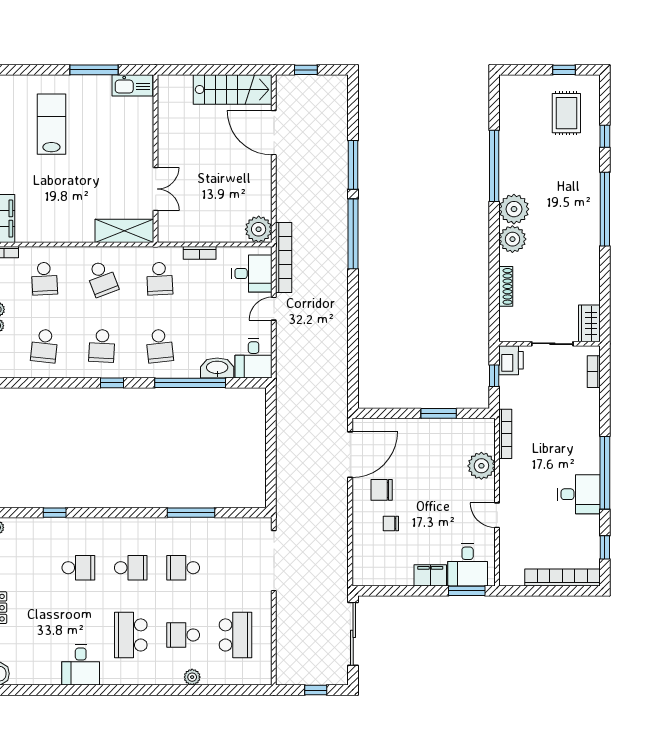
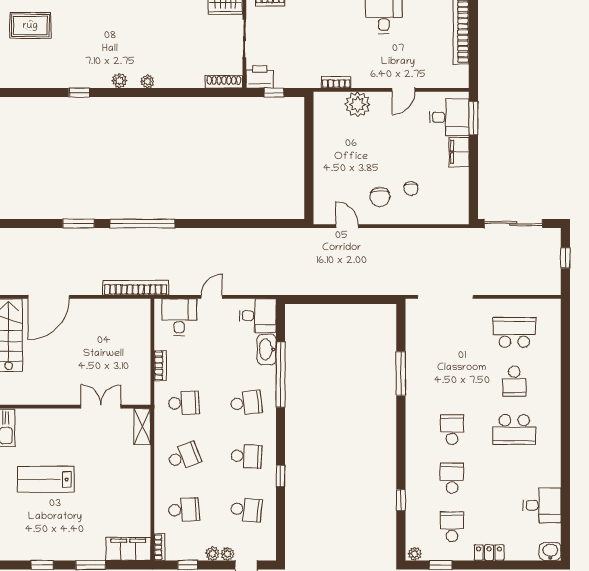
lab bench: (51, 124) -> (46, 479), moved
window: (353, 165) -> (78, 223), width x0.69
window: (494, 166) -> (79, 93), width x0.32
plant: (514, 209) -> (119, 81), width x0.53, depth x0.53
plant: (259, 229) -> (138, 311), removed
shelving: (124, 231) -> (142, 426), width x0.67, depth x0.75
plant: (512, 239) -> (147, 81), width x0.53, depth x0.53
bookcase: (284, 258) -> (136, 288), moved
shoe rack: (506, 286) -> (224, 82), moved
door: (274, 309) -> (212, 297), swing flipped
window: (112, 383) -> (281, 476), moved
window: (439, 413) -> (309, 144), removed
bookcase: (505, 434) -> (336, 82), width x0.64
door: (350, 455) -> (347, 226), width x0.53
school desk: (183, 568) -> (452, 527), moved, turned 180
desk: (81, 665) -> (542, 505), moved
plant: (192, 677) -> (553, 373), removed

